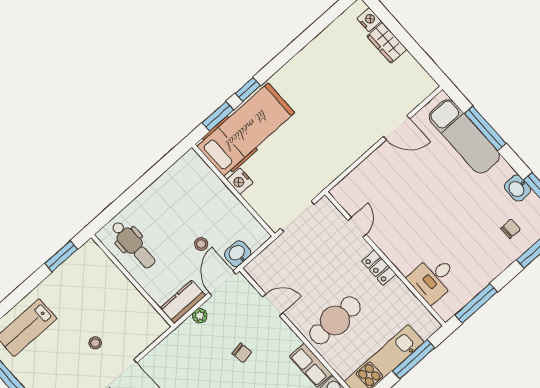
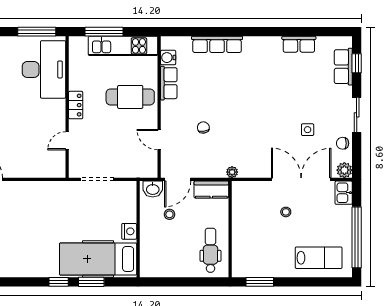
hospital bed: (246, 130) -> (98, 259), moved
nightstand: (240, 181) -> (129, 231), moved
wall: (233, 190) -> (138, 229), moved
desk: (433, 279) -> (44, 69), width x1.87, depth x1.30
plant: (200, 316) -> (232, 172), moved

